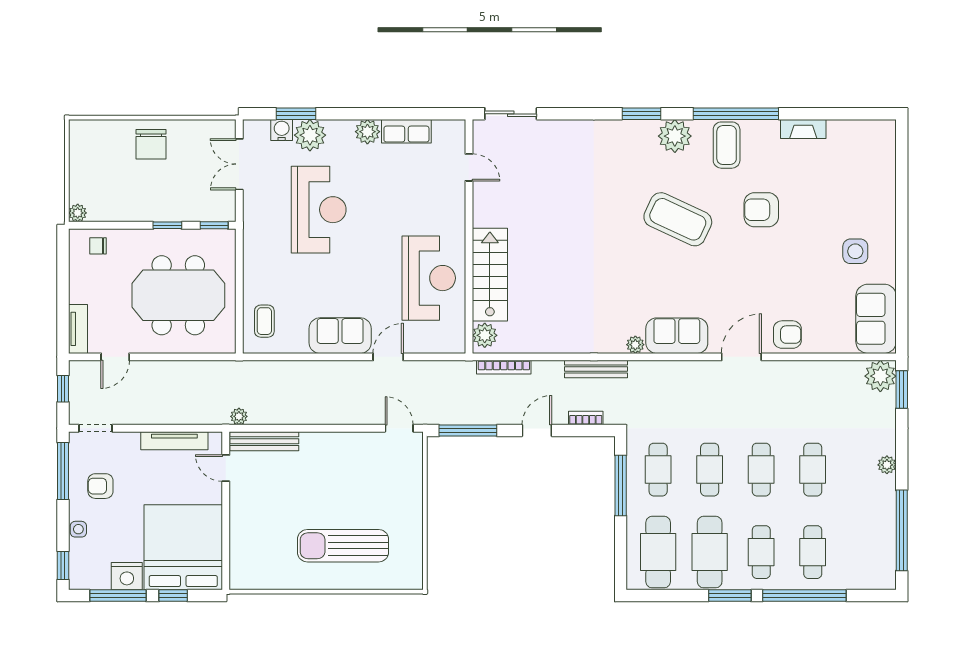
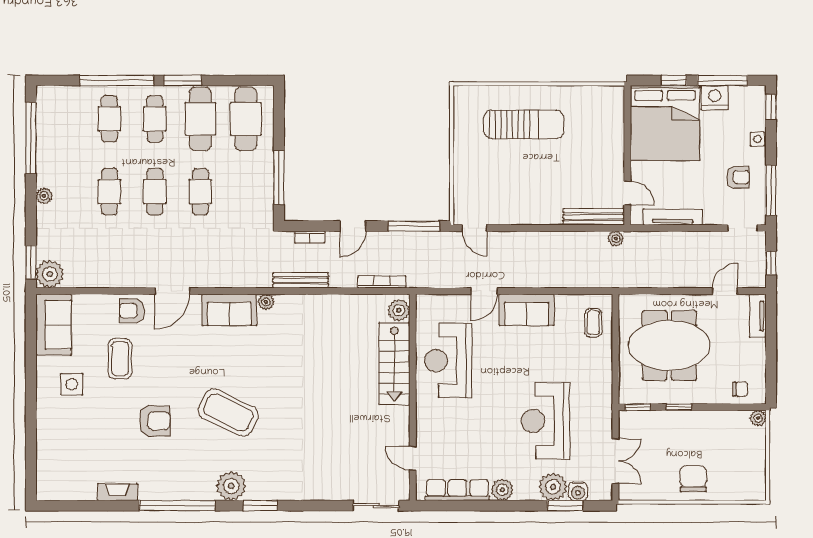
row of seats: (406, 131) -> (457, 490), width x1.48
coffee table: (727, 145) -> (120, 359), moved
cafe table: (658, 470) -> (246, 192), removed

